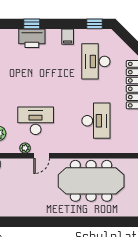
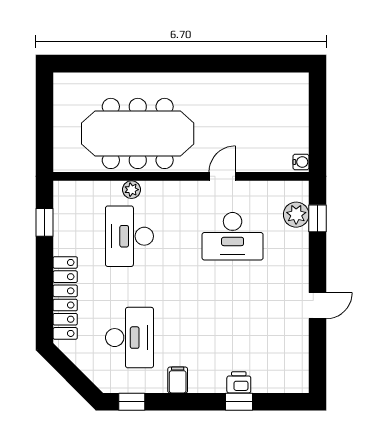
printer: (32, 38) -> (239, 382), width x0.53, depth x0.68
plant: (25, 148) -> (131, 190), moved

